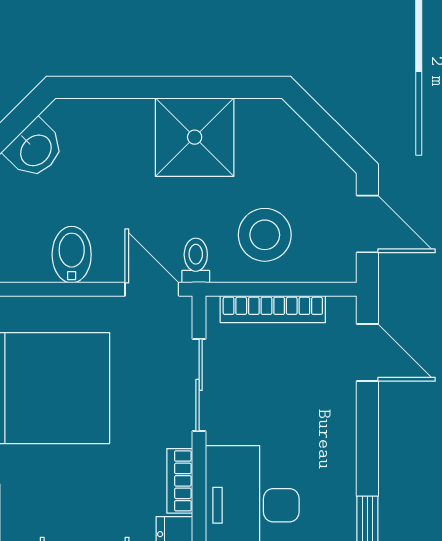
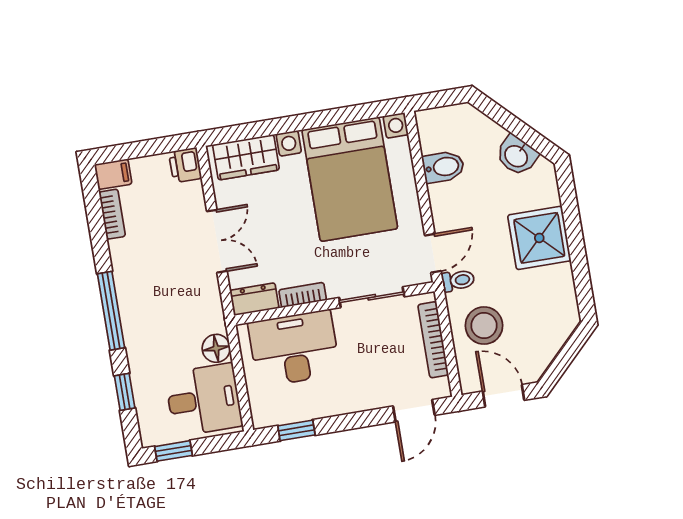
shower: (195, 137) -> (539, 238), moved
door: (367, 224) -> (504, 396), swing flipped
bidet: (72, 255) -> (443, 167), moved

